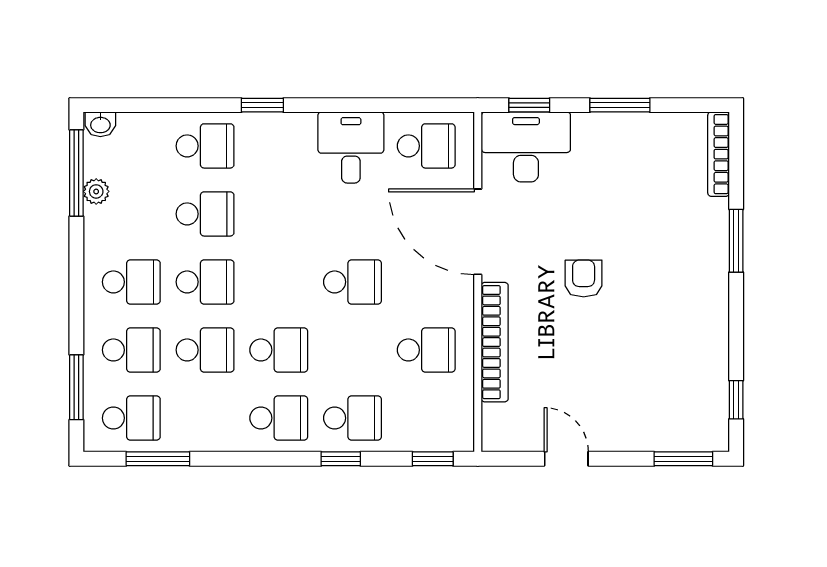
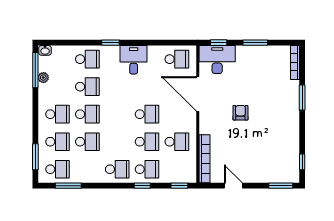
desk: (351, 147) -> (134, 60), moved
bookcase: (495, 342) -> (205, 159), moved
school desk: (279, 350) -> (147, 142), moved

